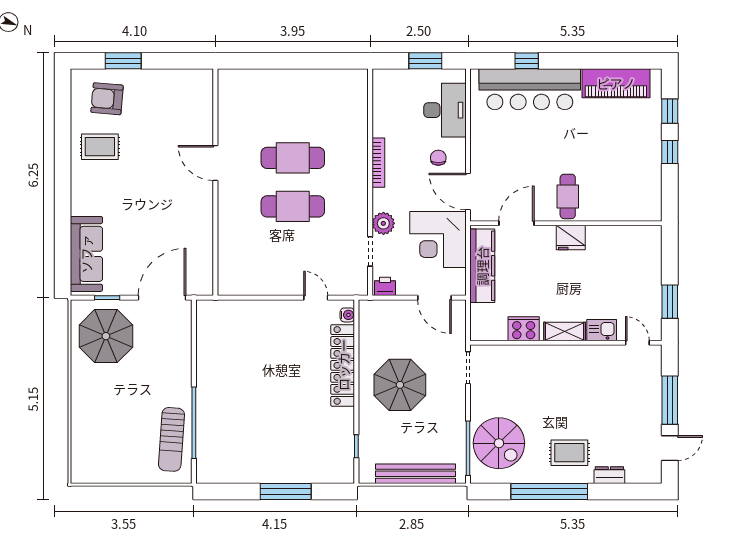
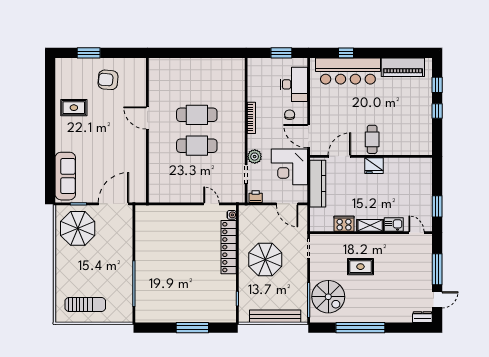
armchair: (107, 99) -> (108, 80), moved
sun lounger: (171, 439) -> (85, 304), moved, turned -94
rug: (569, 453) -> (360, 267), moved
dresser: (609, 475) -> (422, 317), moved

